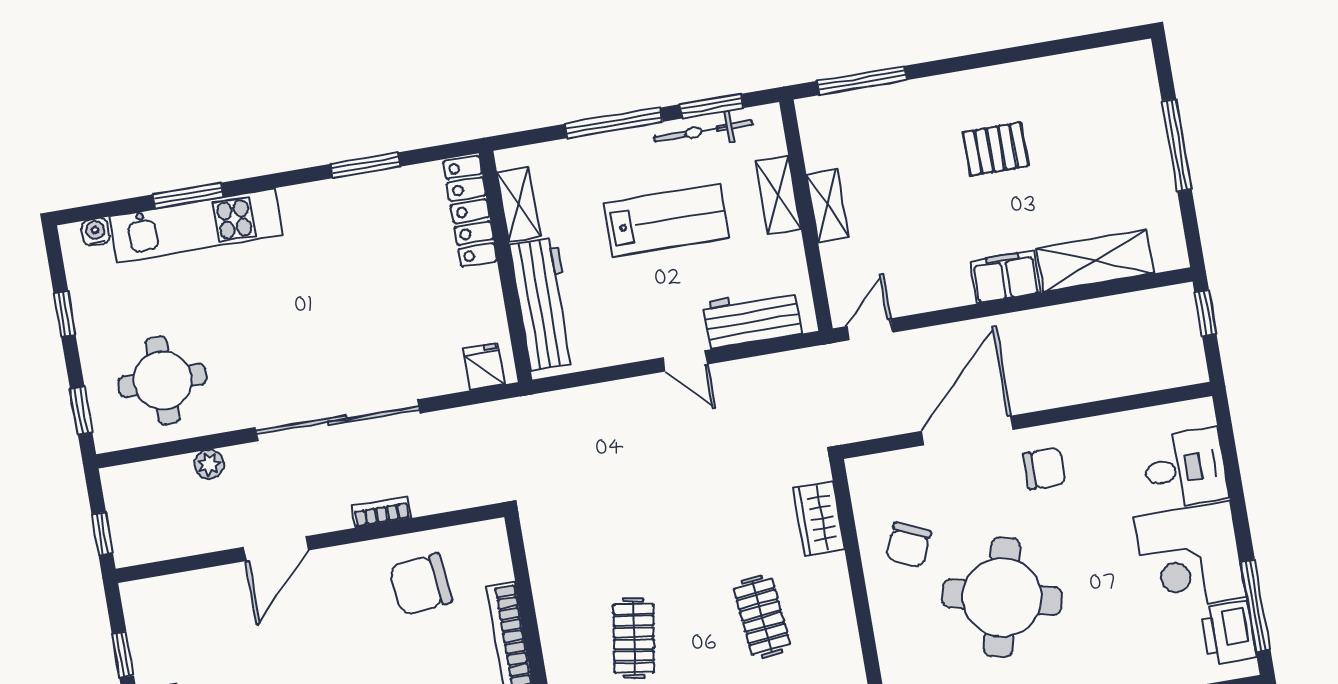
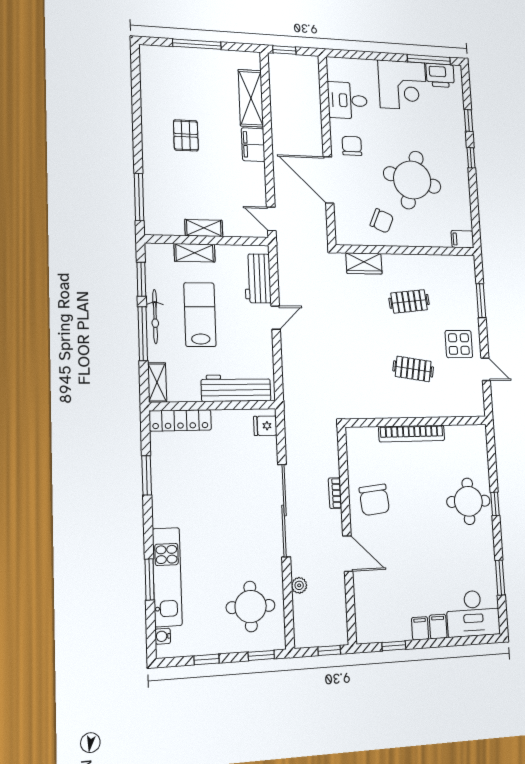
bicycle: (703, 131) -> (155, 317), moved
shelving: (519, 204) -> (157, 382), moved, turned 90
desk: (1185, 468) -> (347, 100), moved, turned -90
chair: (421, 584) -> (374, 500), moved

